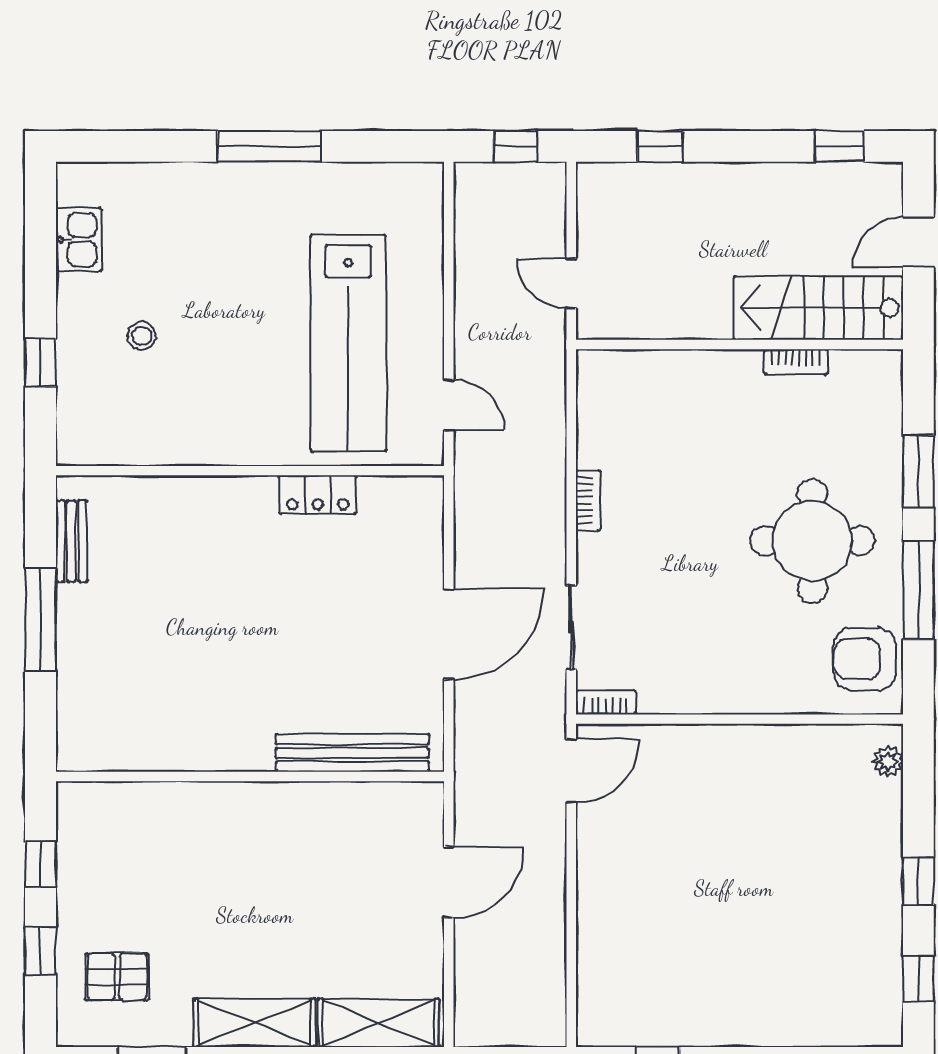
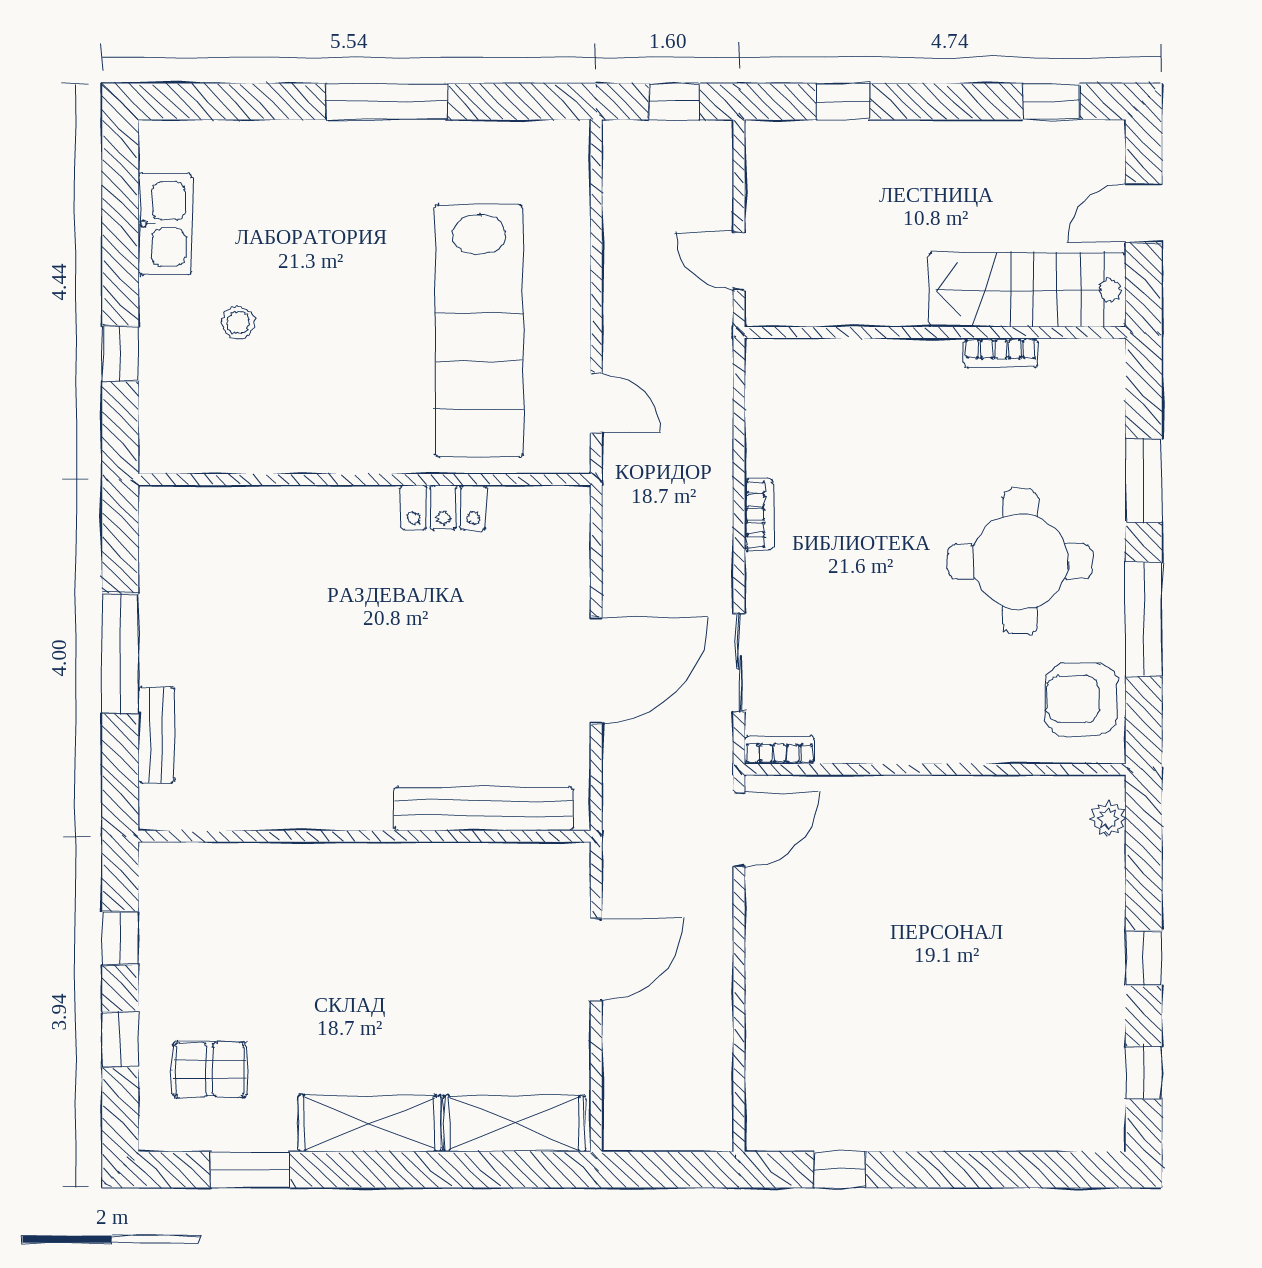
kitchen sink: (79, 239) -> (165, 224), width x1.38
bench: (71, 541) -> (156, 735), moved

